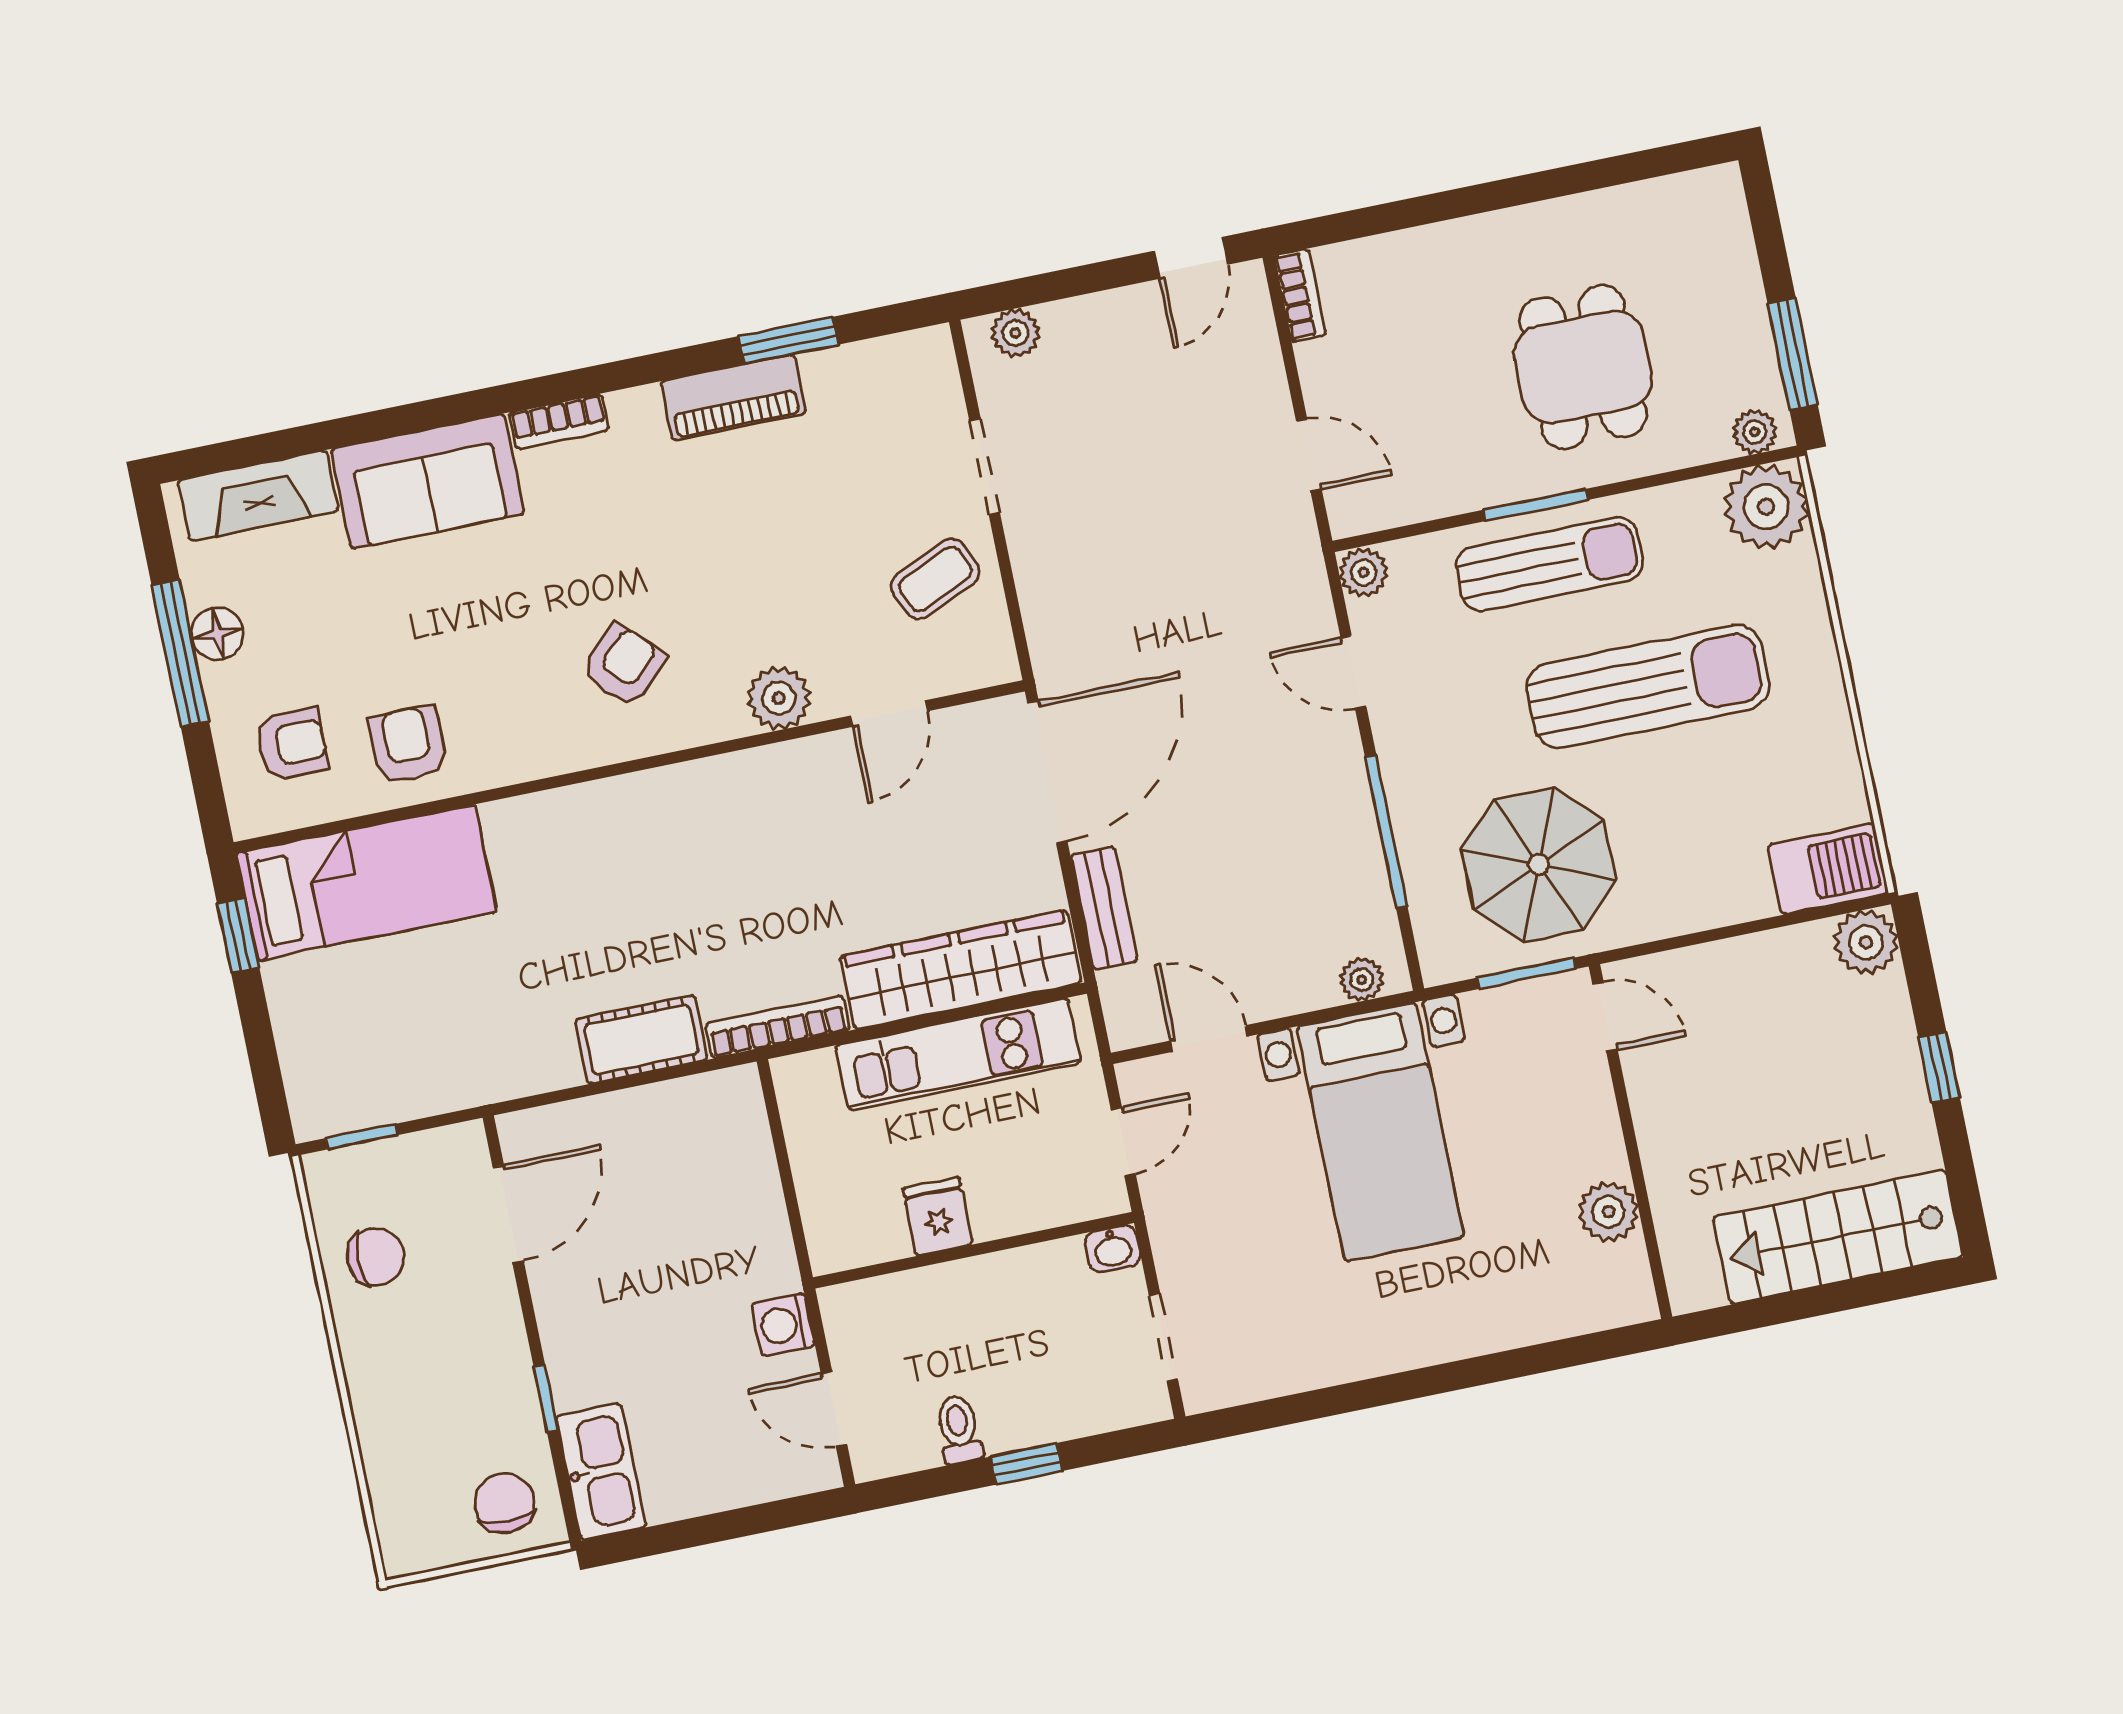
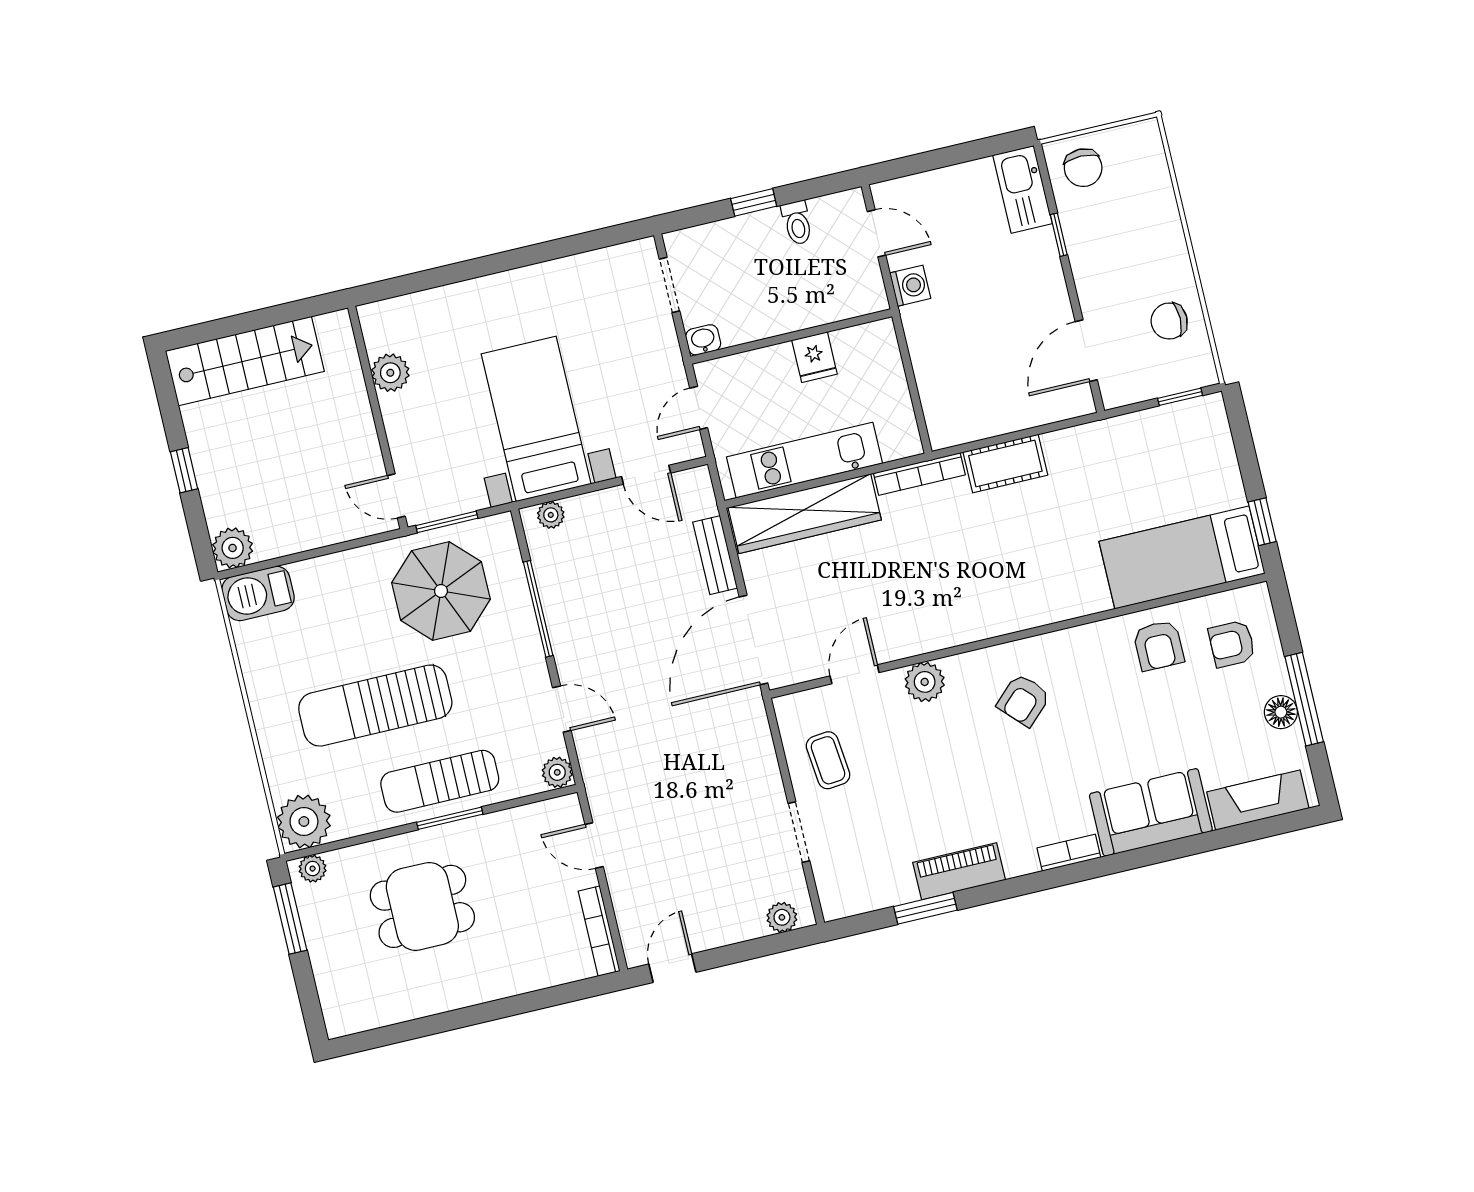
bookcase: (1300, 295) -> (599, 931), width x1.56
dining table: (1583, 367) -> (422, 906), turned 90
coffee table: (935, 579) -> (828, 760), turned -72

